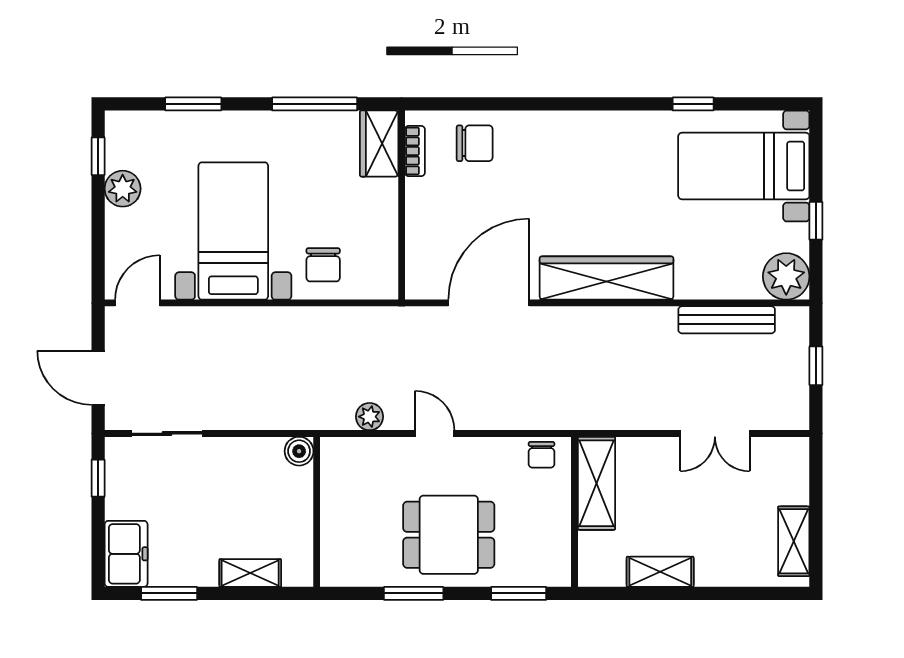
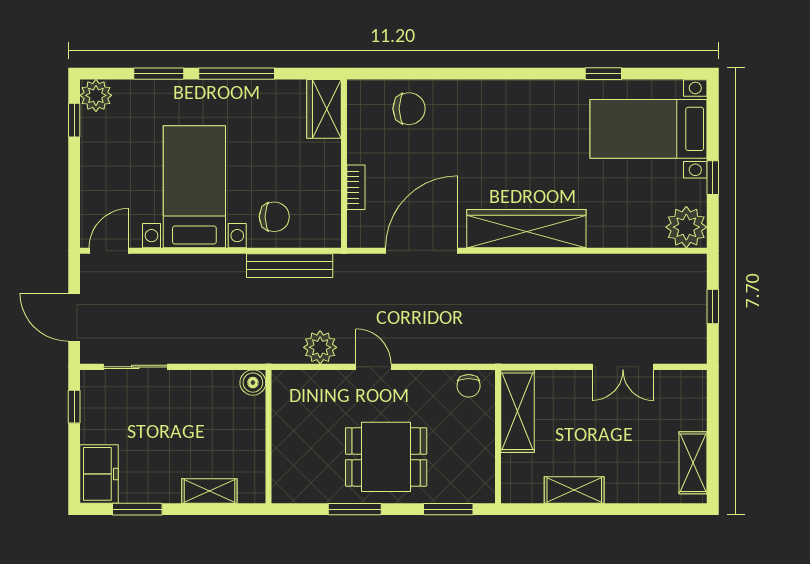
window: (315, 104) -> (237, 74), moved
bookcase: (415, 151) -> (356, 187), moved
plant: (123, 189) -> (96, 95), moved
chair: (323, 265) -> (274, 217), turned -90
bench: (727, 320) -> (290, 266), moved
plant: (370, 417) -> (320, 347), width x1.38, depth x1.38

